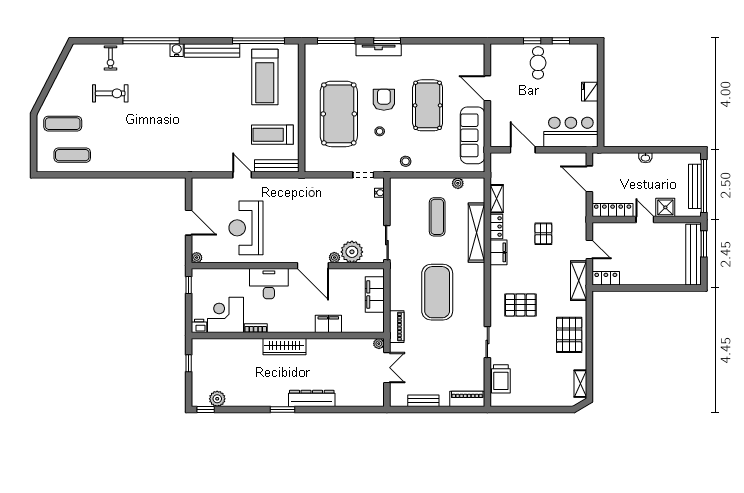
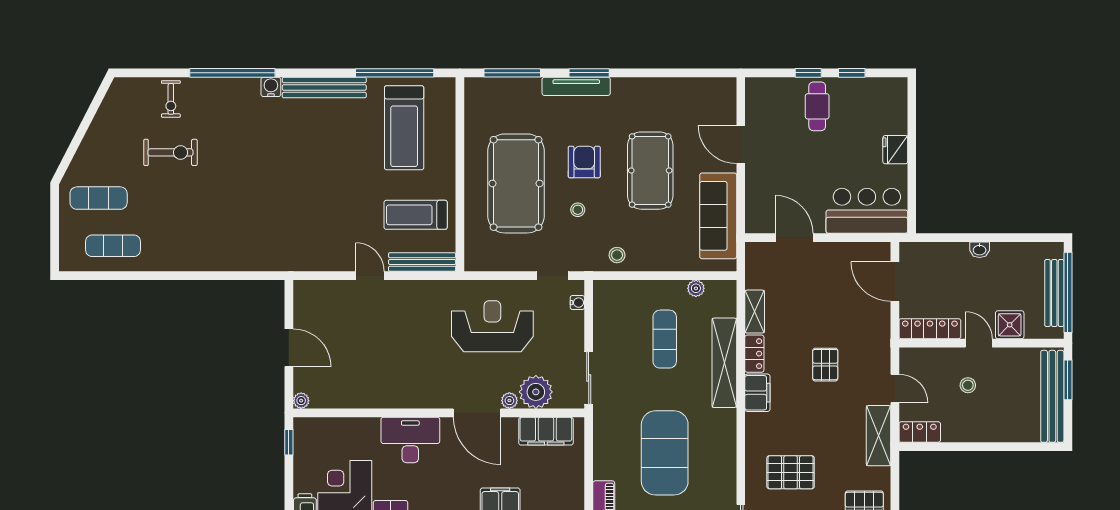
reception desk: (246, 228) -> (492, 326), moved, turned 90
stool: (638, 247) -> (968, 385), added
filing cabinet: (375, 294) -> (546, 431), moved, turned -90

